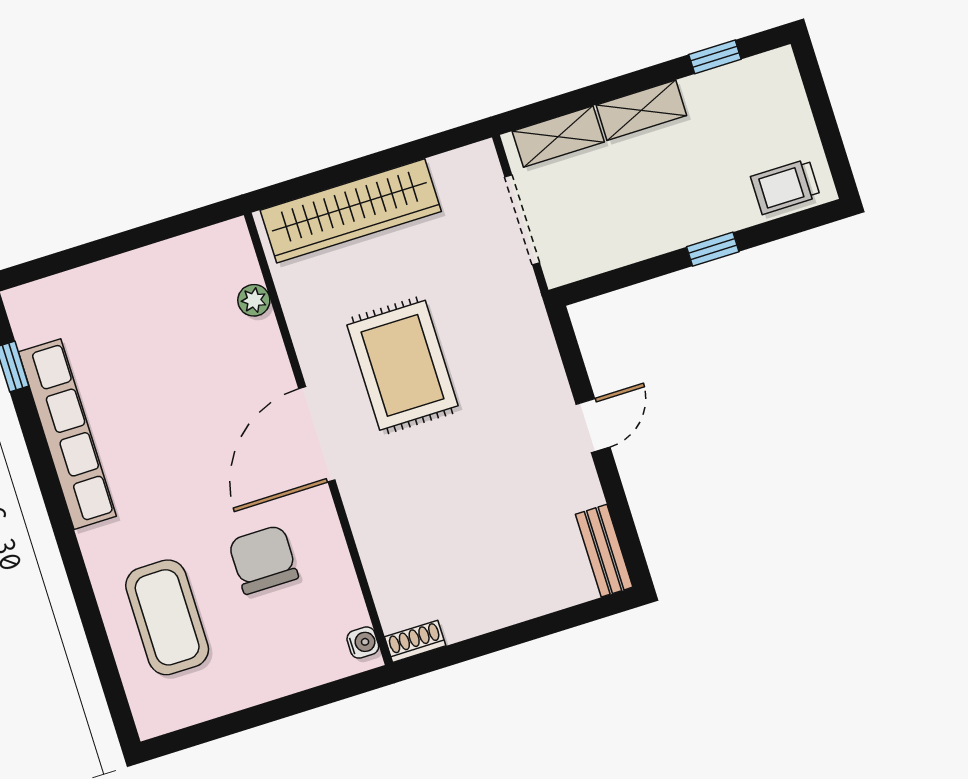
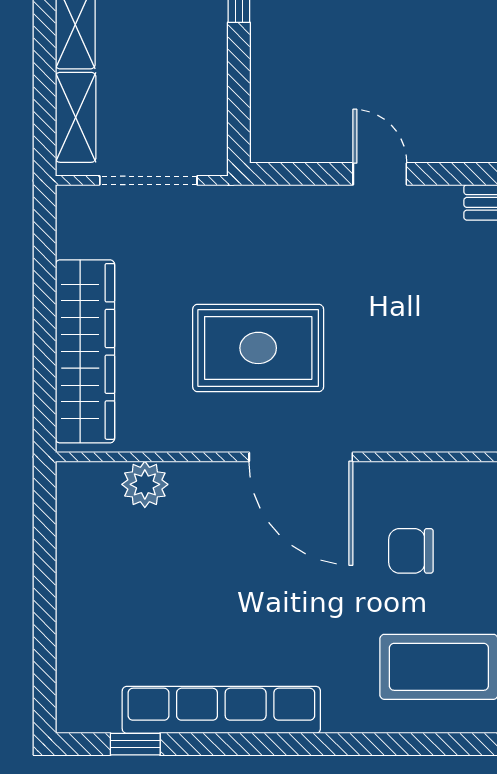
plant: (254, 300) -> (145, 484), width x1.38, depth x1.38
chair: (263, 560) -> (411, 551), width x0.73, depth x0.73

